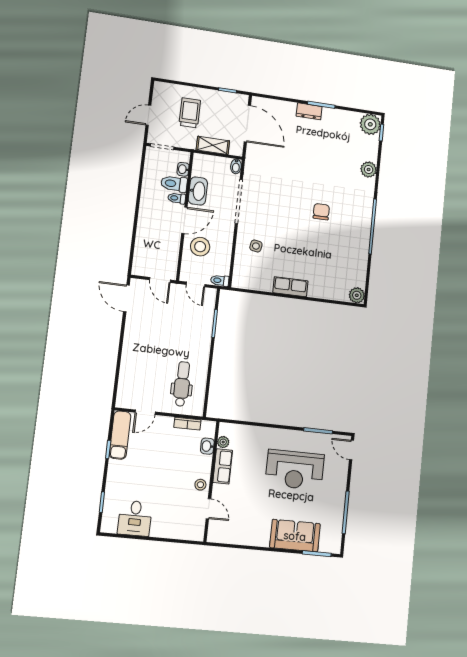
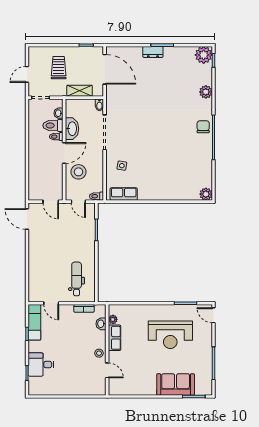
chair: (321, 212) -> (203, 127), moved
row of seats: (290, 287) -> (124, 194), moved
door: (145, 412) -> (51, 303), hinge flipped
desk: (135, 518) -> (41, 365), moved, turned 90

